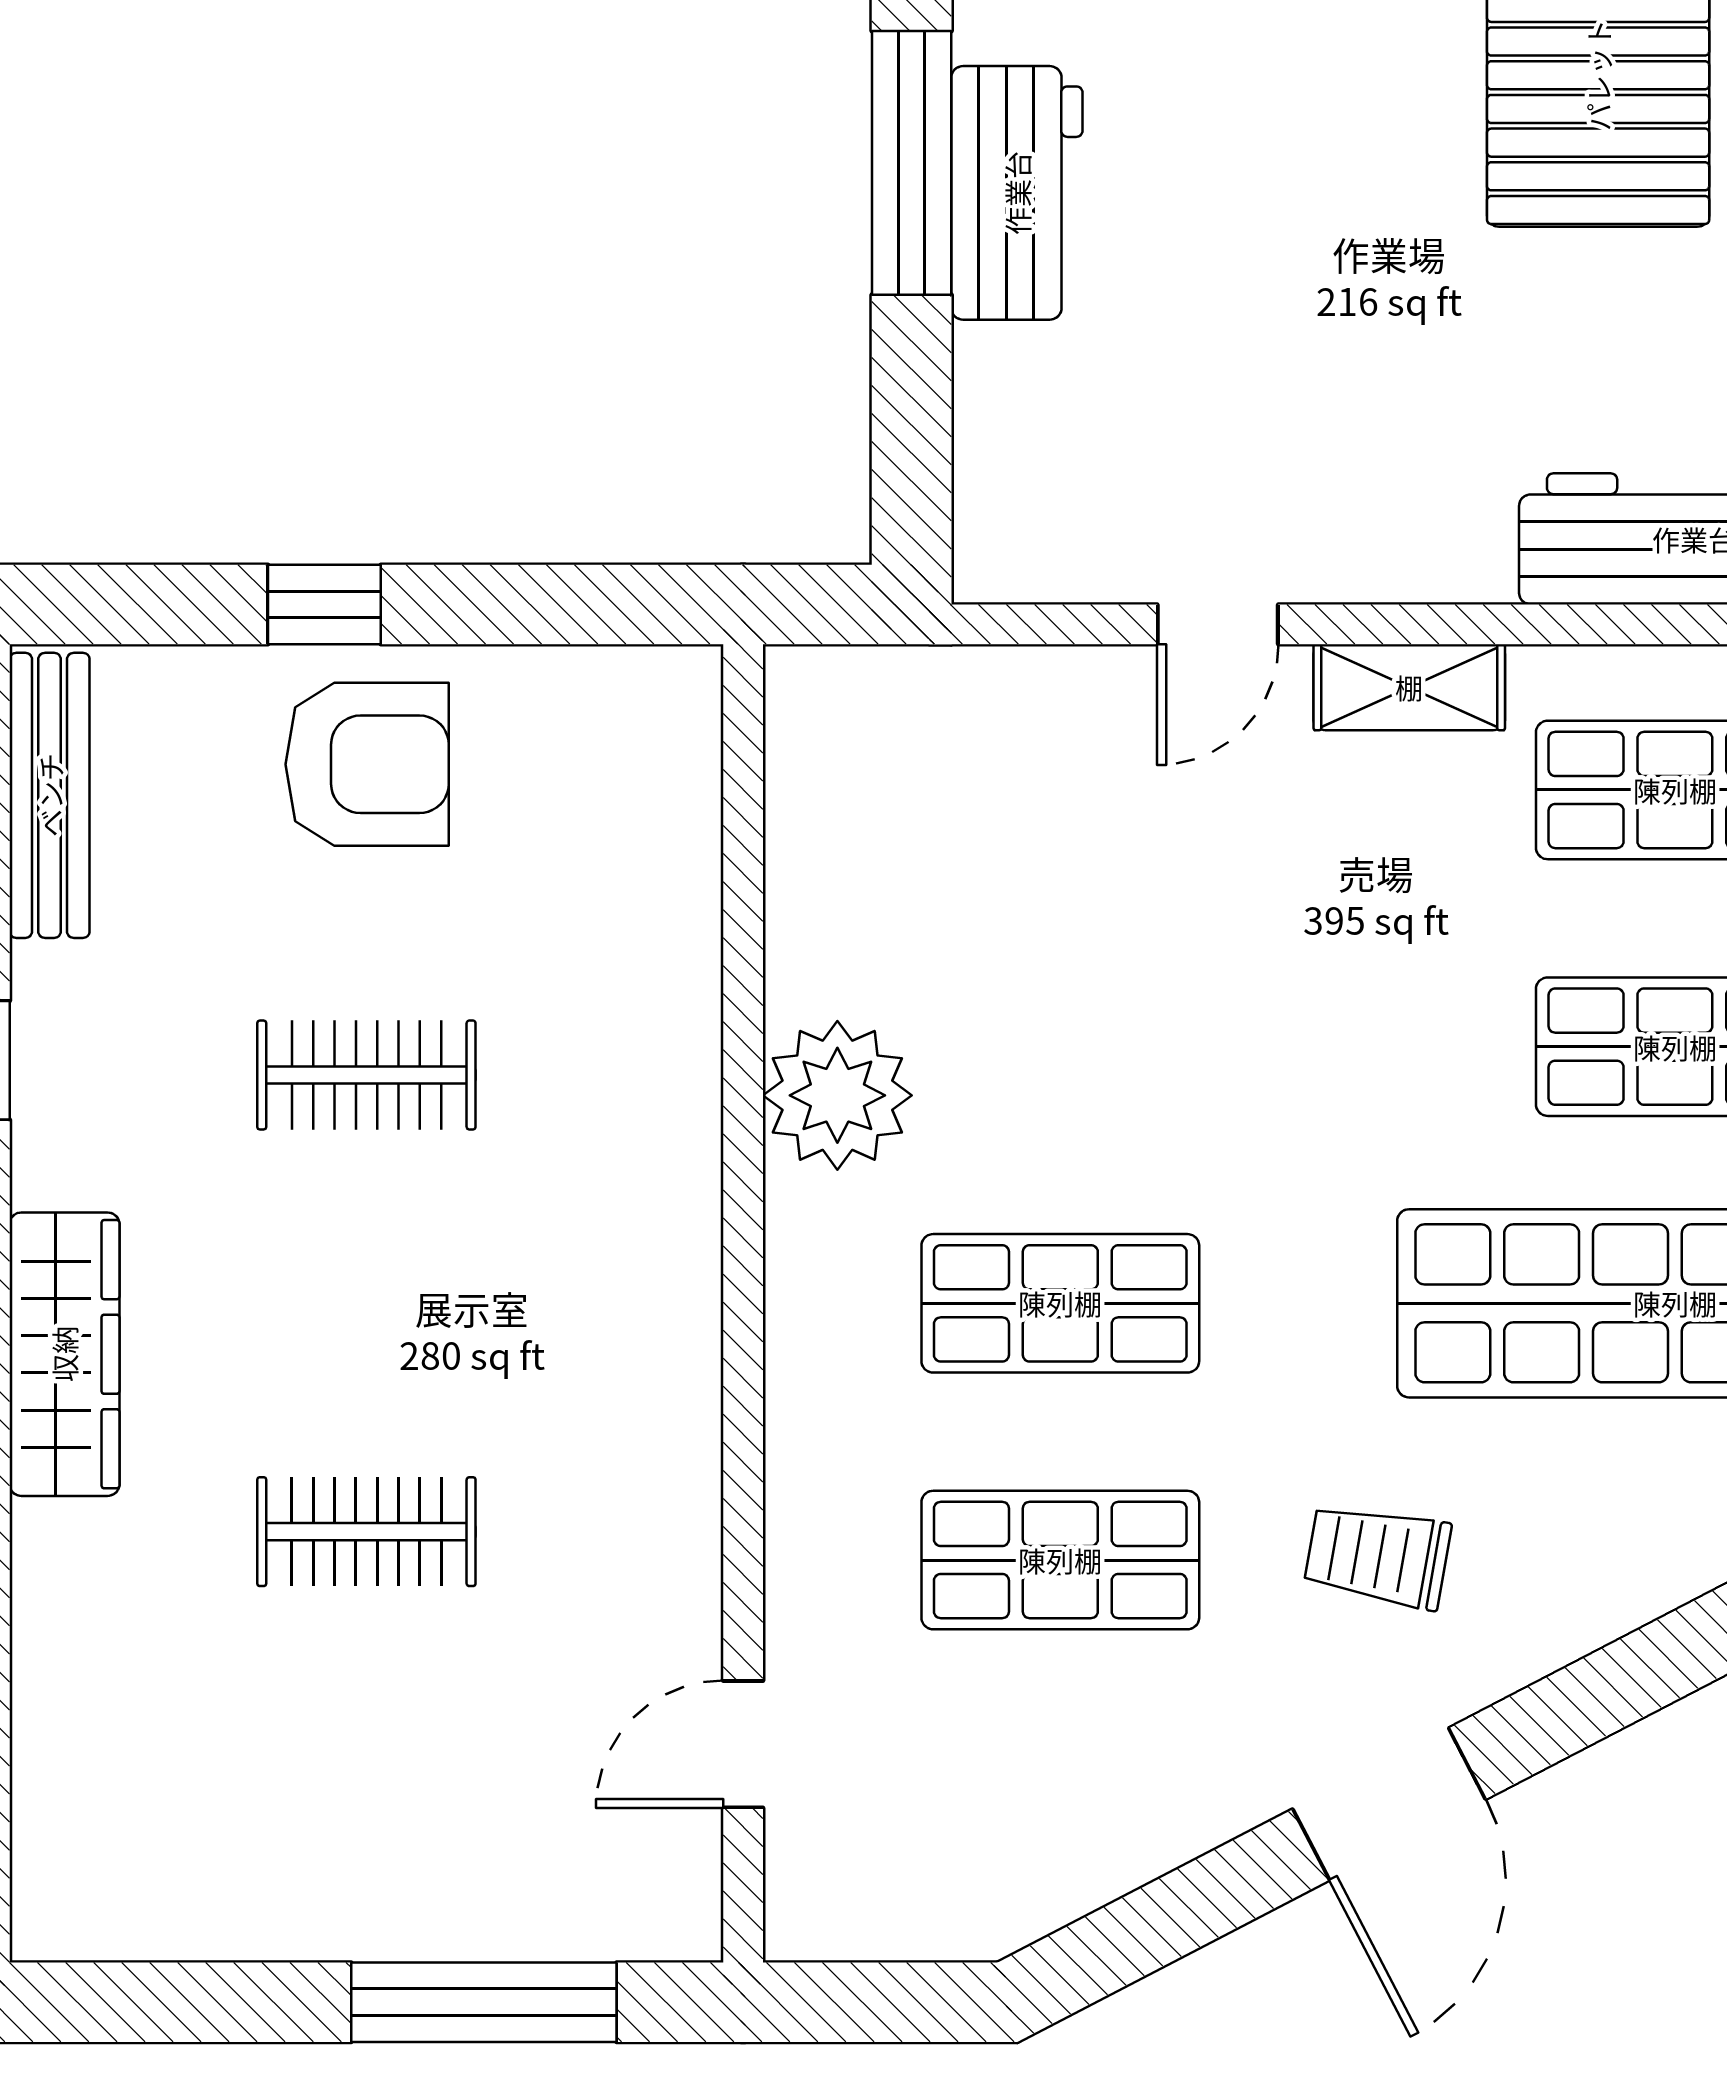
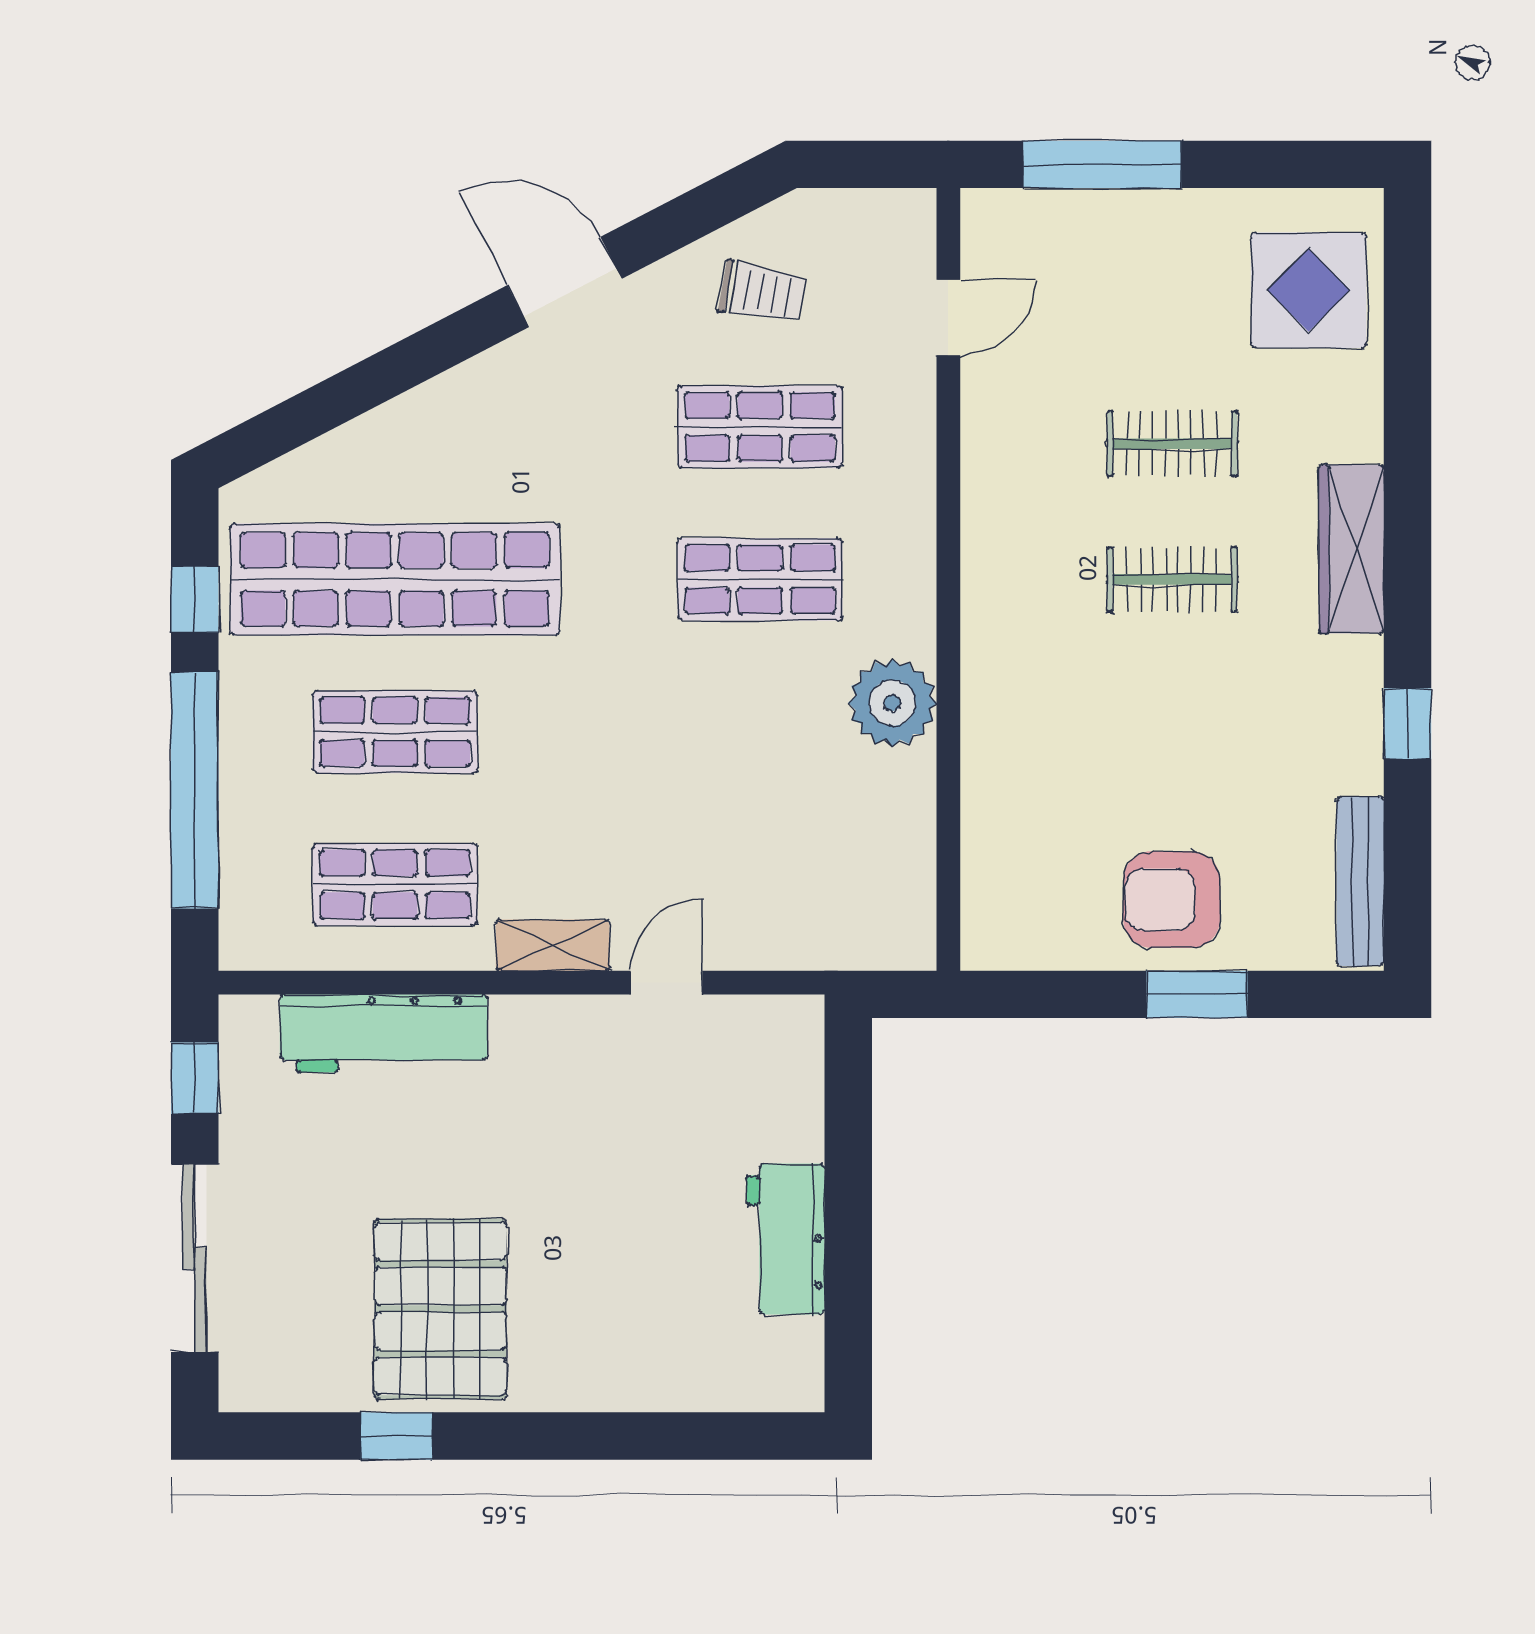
window: (912, 163) -> (848, 1257), removed
window: (324, 605) -> (1197, 994), width x1.50
clothes rail: (366, 1075) -> (1172, 579), moved
trolley: (1378, 1556) -> (762, 292), moved
display table: (136, 1790) -> (1309, 290), added
door: (1389, 1804) -> (565, 282), hinge flipped

